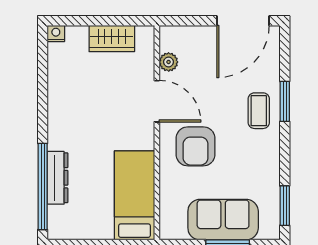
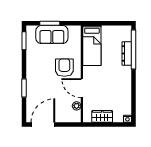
coffee table: (259, 111) -> (36, 84), removed

